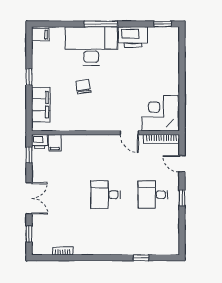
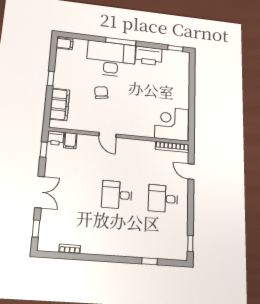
door: (129, 133) -> (108, 135), moved
window: (182, 198) -> (190, 244), moved

